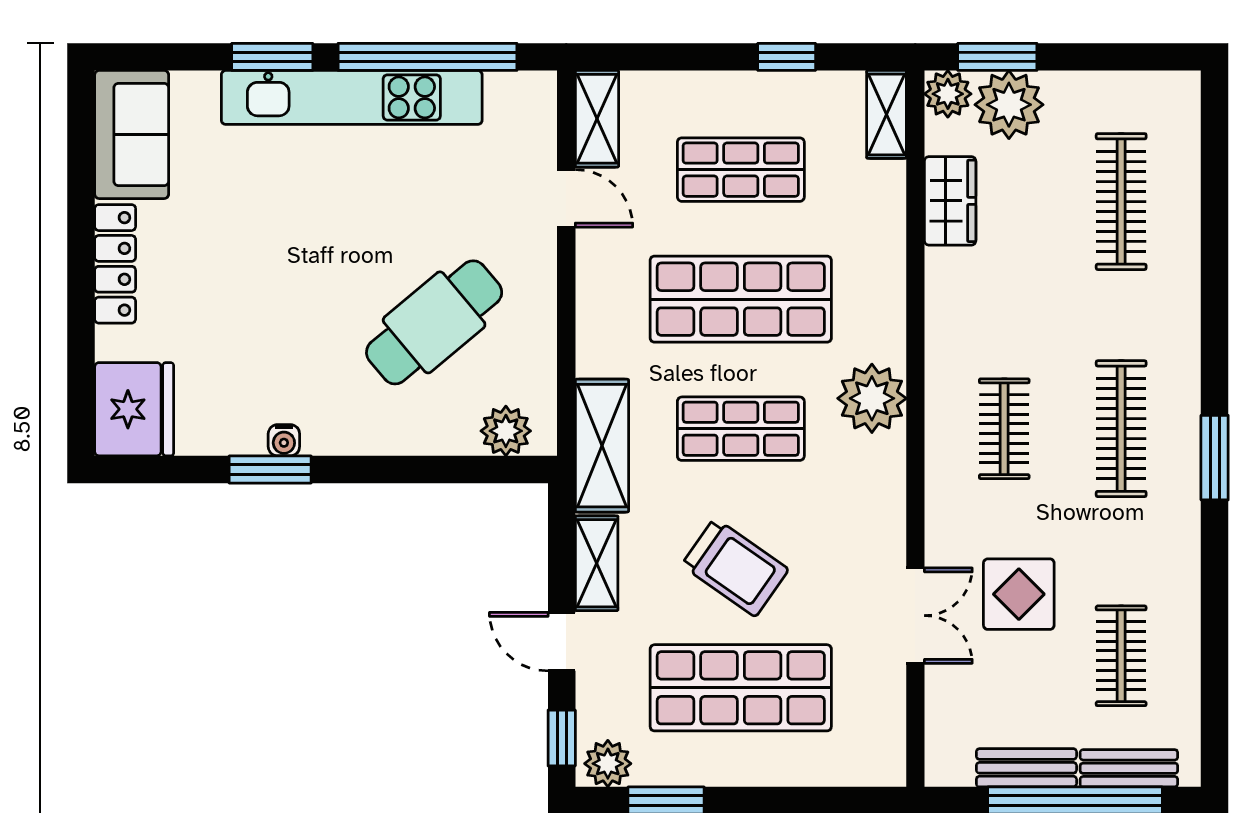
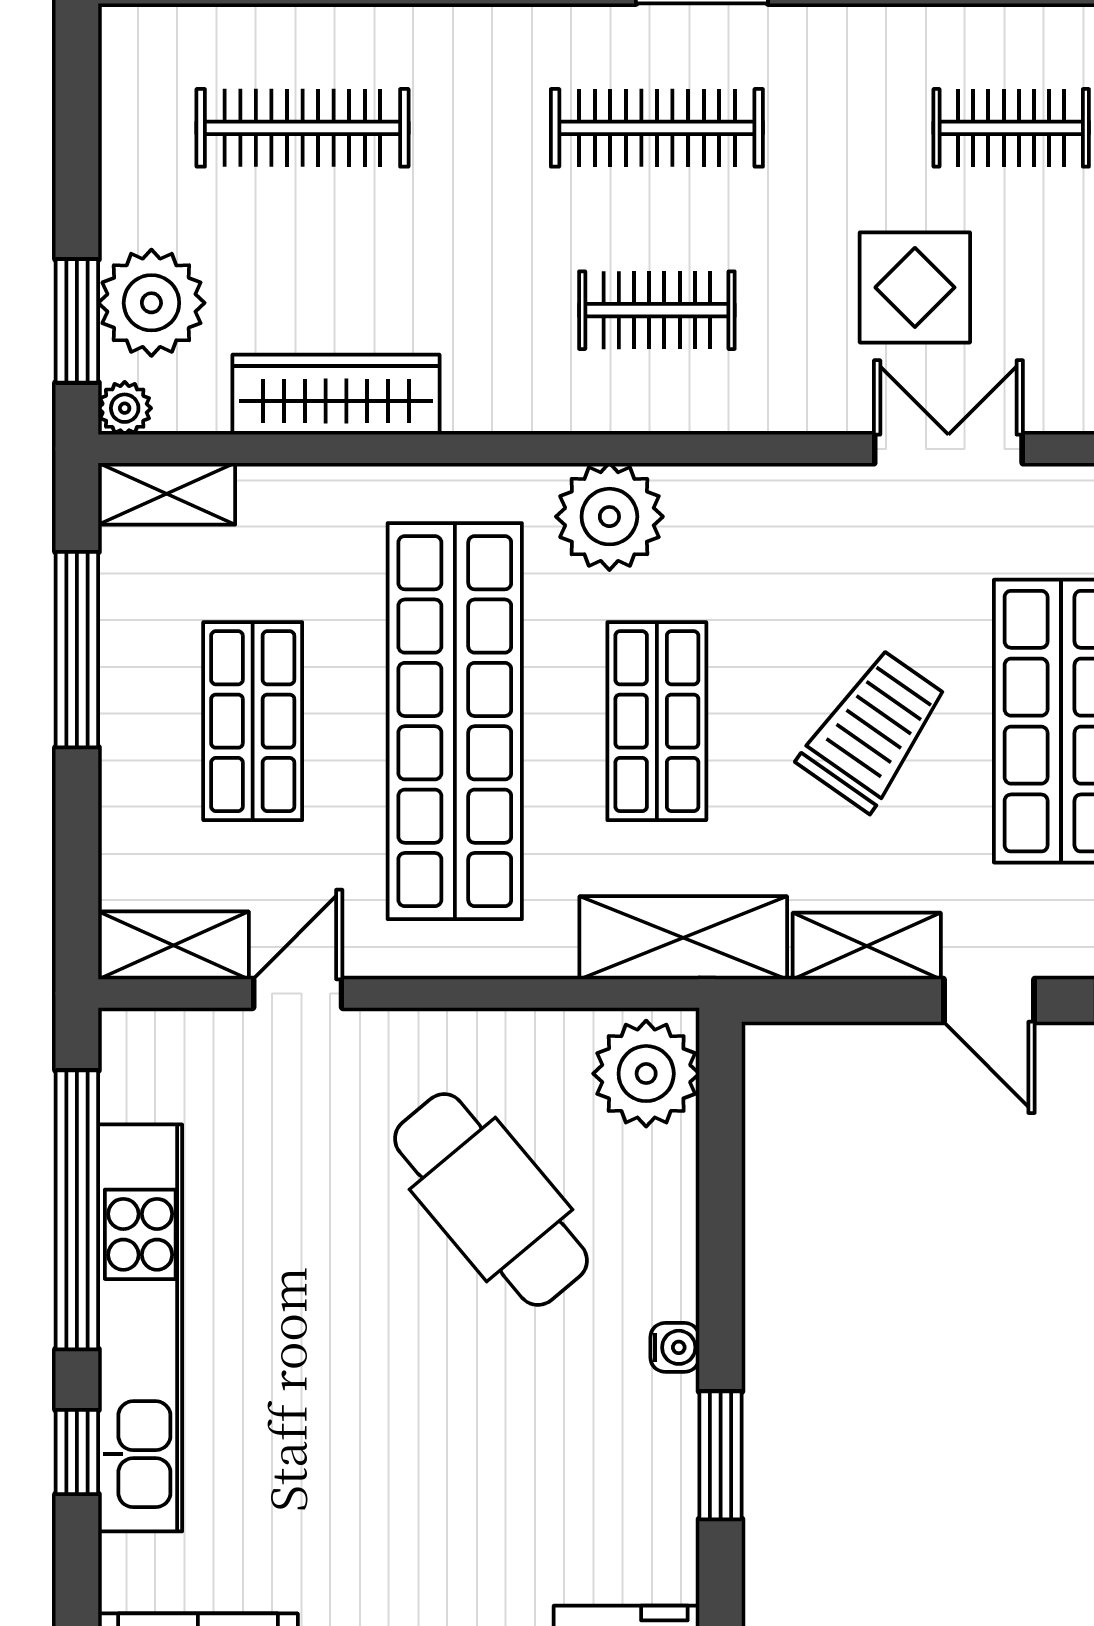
window: (272, 57) -> (77, 1452), width x0.67
window: (787, 57) -> (77, 650), width x2.17
plant: (948, 94) -> (125, 408), width x0.73, depth x0.73
wardrobe: (950, 201) -> (336, 395), width x1.50
shop shelf: (741, 299) -> (455, 721), width x1.40
plant: (506, 431) -> (646, 1074), width x1.36, depth x1.36
water cooler: (284, 440) -> (675, 1347), moved
door: (562, 642) -> (989, 1000), hinge flipped

